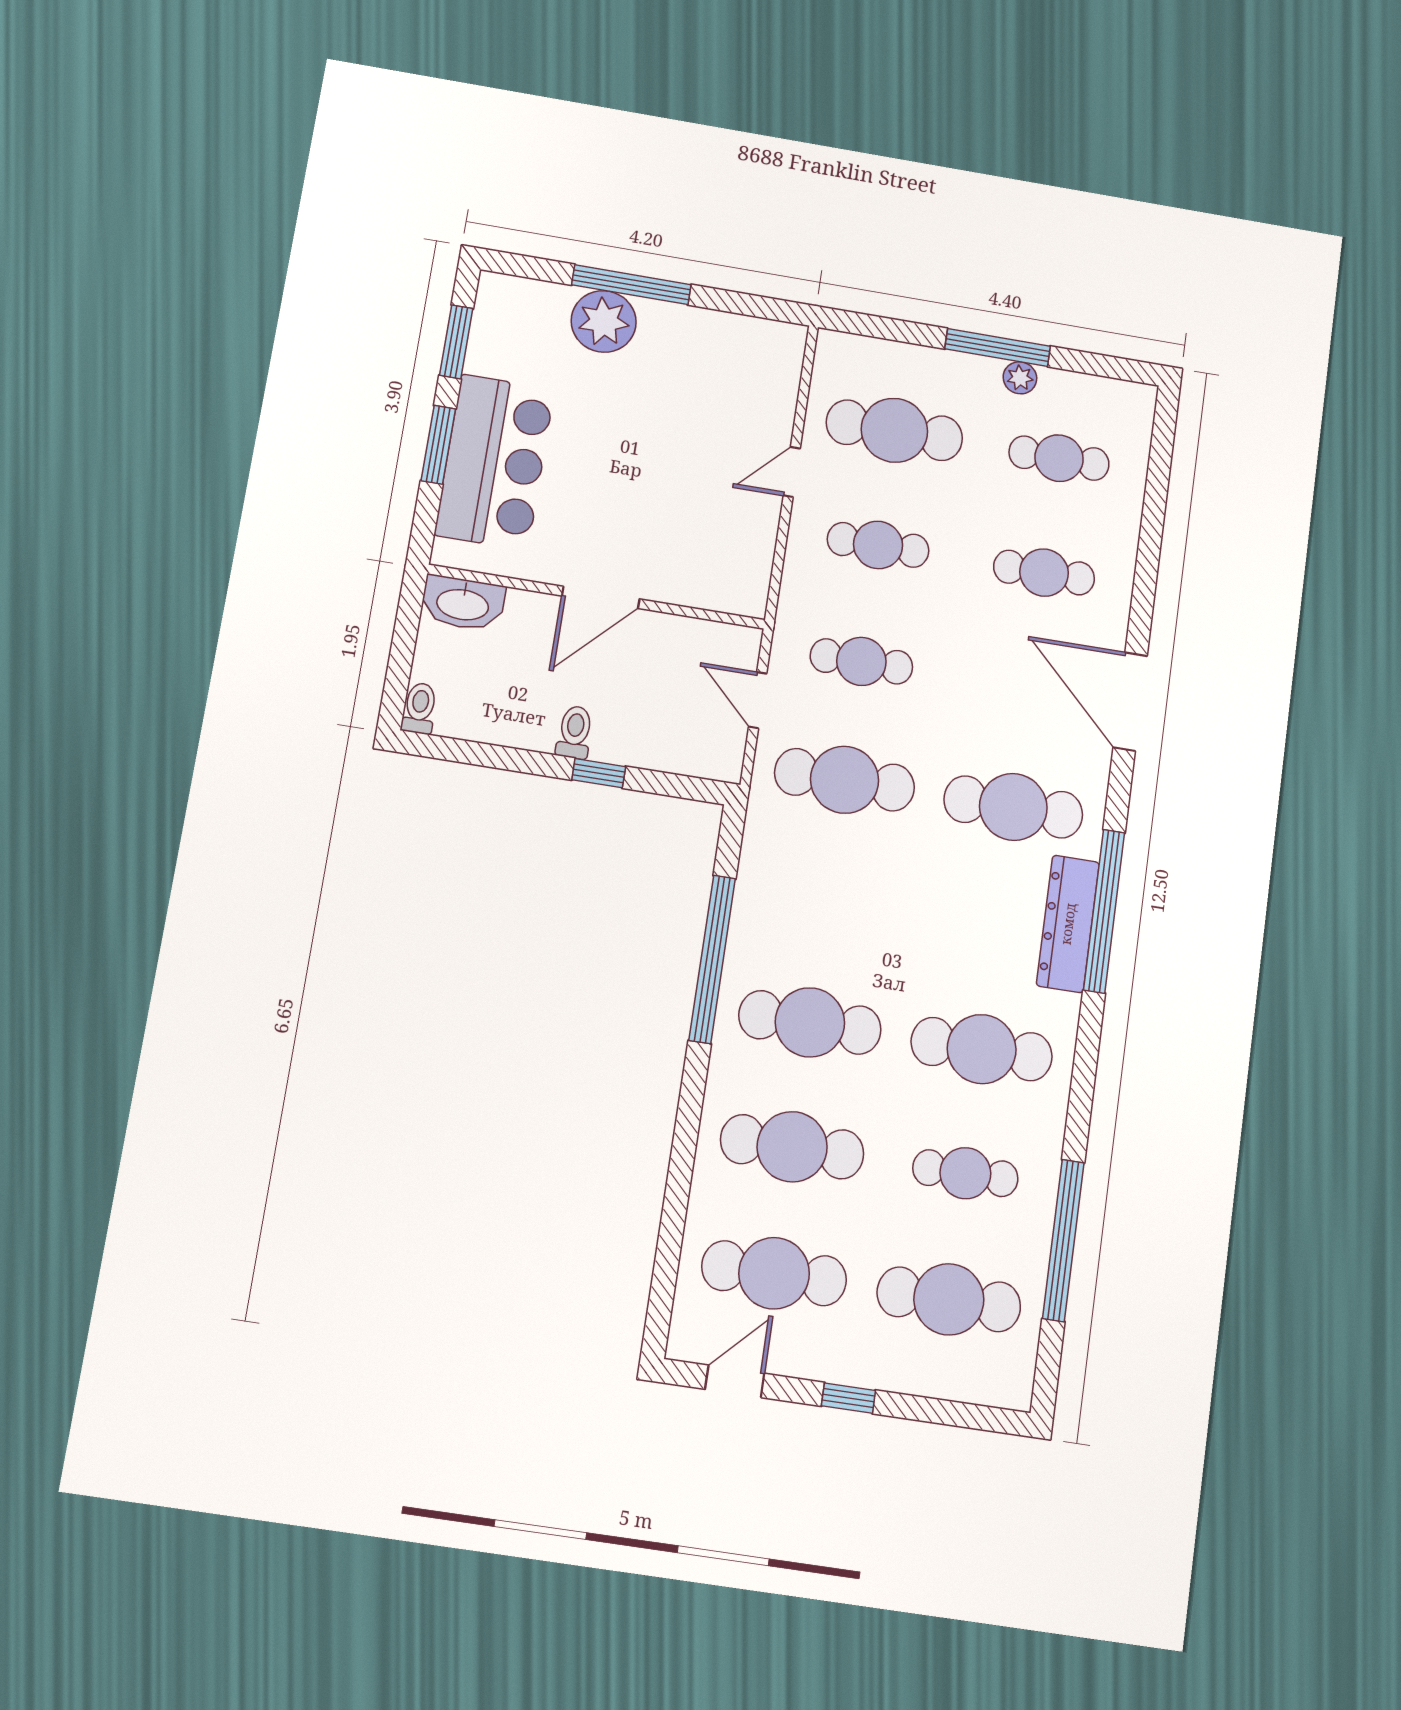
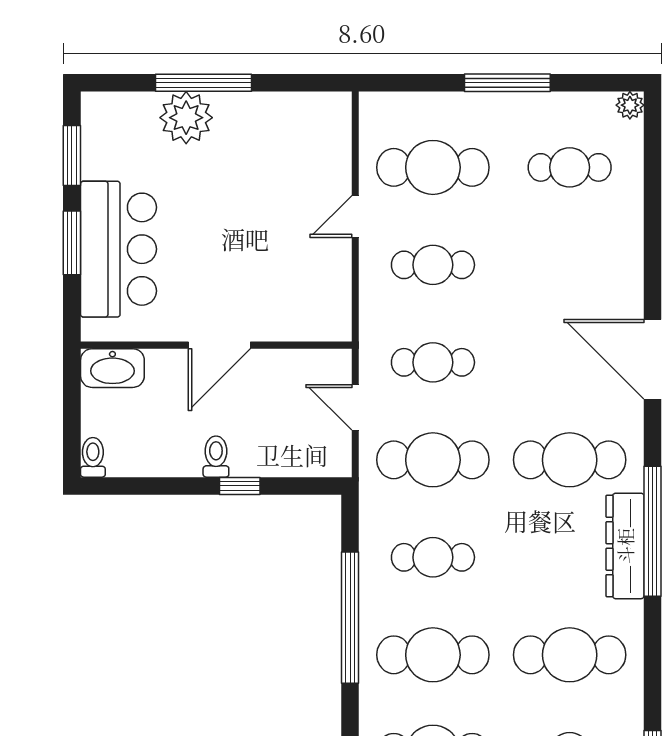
plant: (1020, 378) -> (630, 105), moved
cafe table: (1044, 573) -> (433, 557), moved

